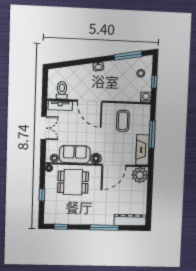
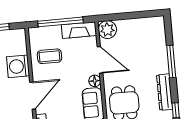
washing machine: (146, 97) -> (18, 66), moved, width x1.89, depth x1.89
window: (152, 134) -> (61, 22), width x1.46
dresser: (130, 220) -> (165, 92), moved

